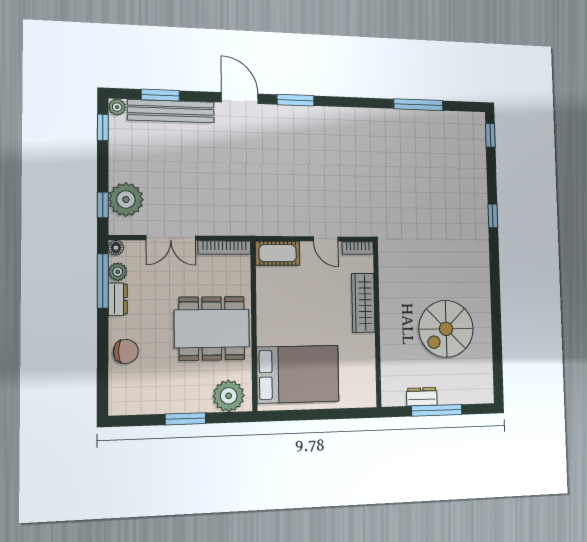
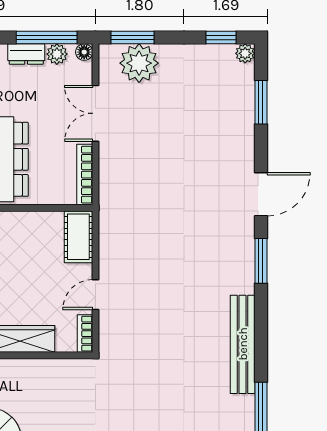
bench: (171, 111) -> (243, 344), moved
window: (103, 205) -> (132, 38), width x1.50

